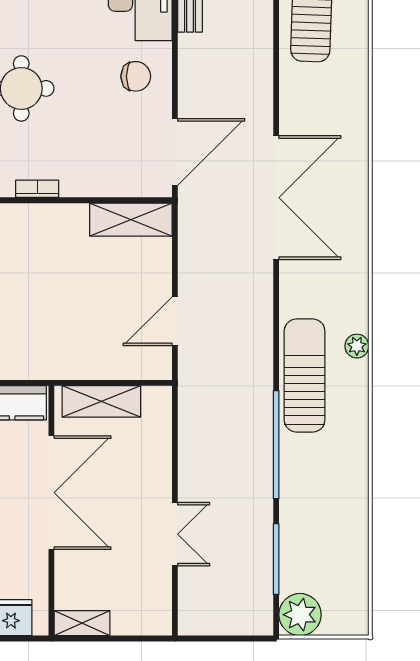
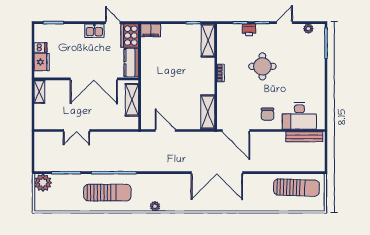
sun lounger: (305, 376) -> (107, 193), moved

